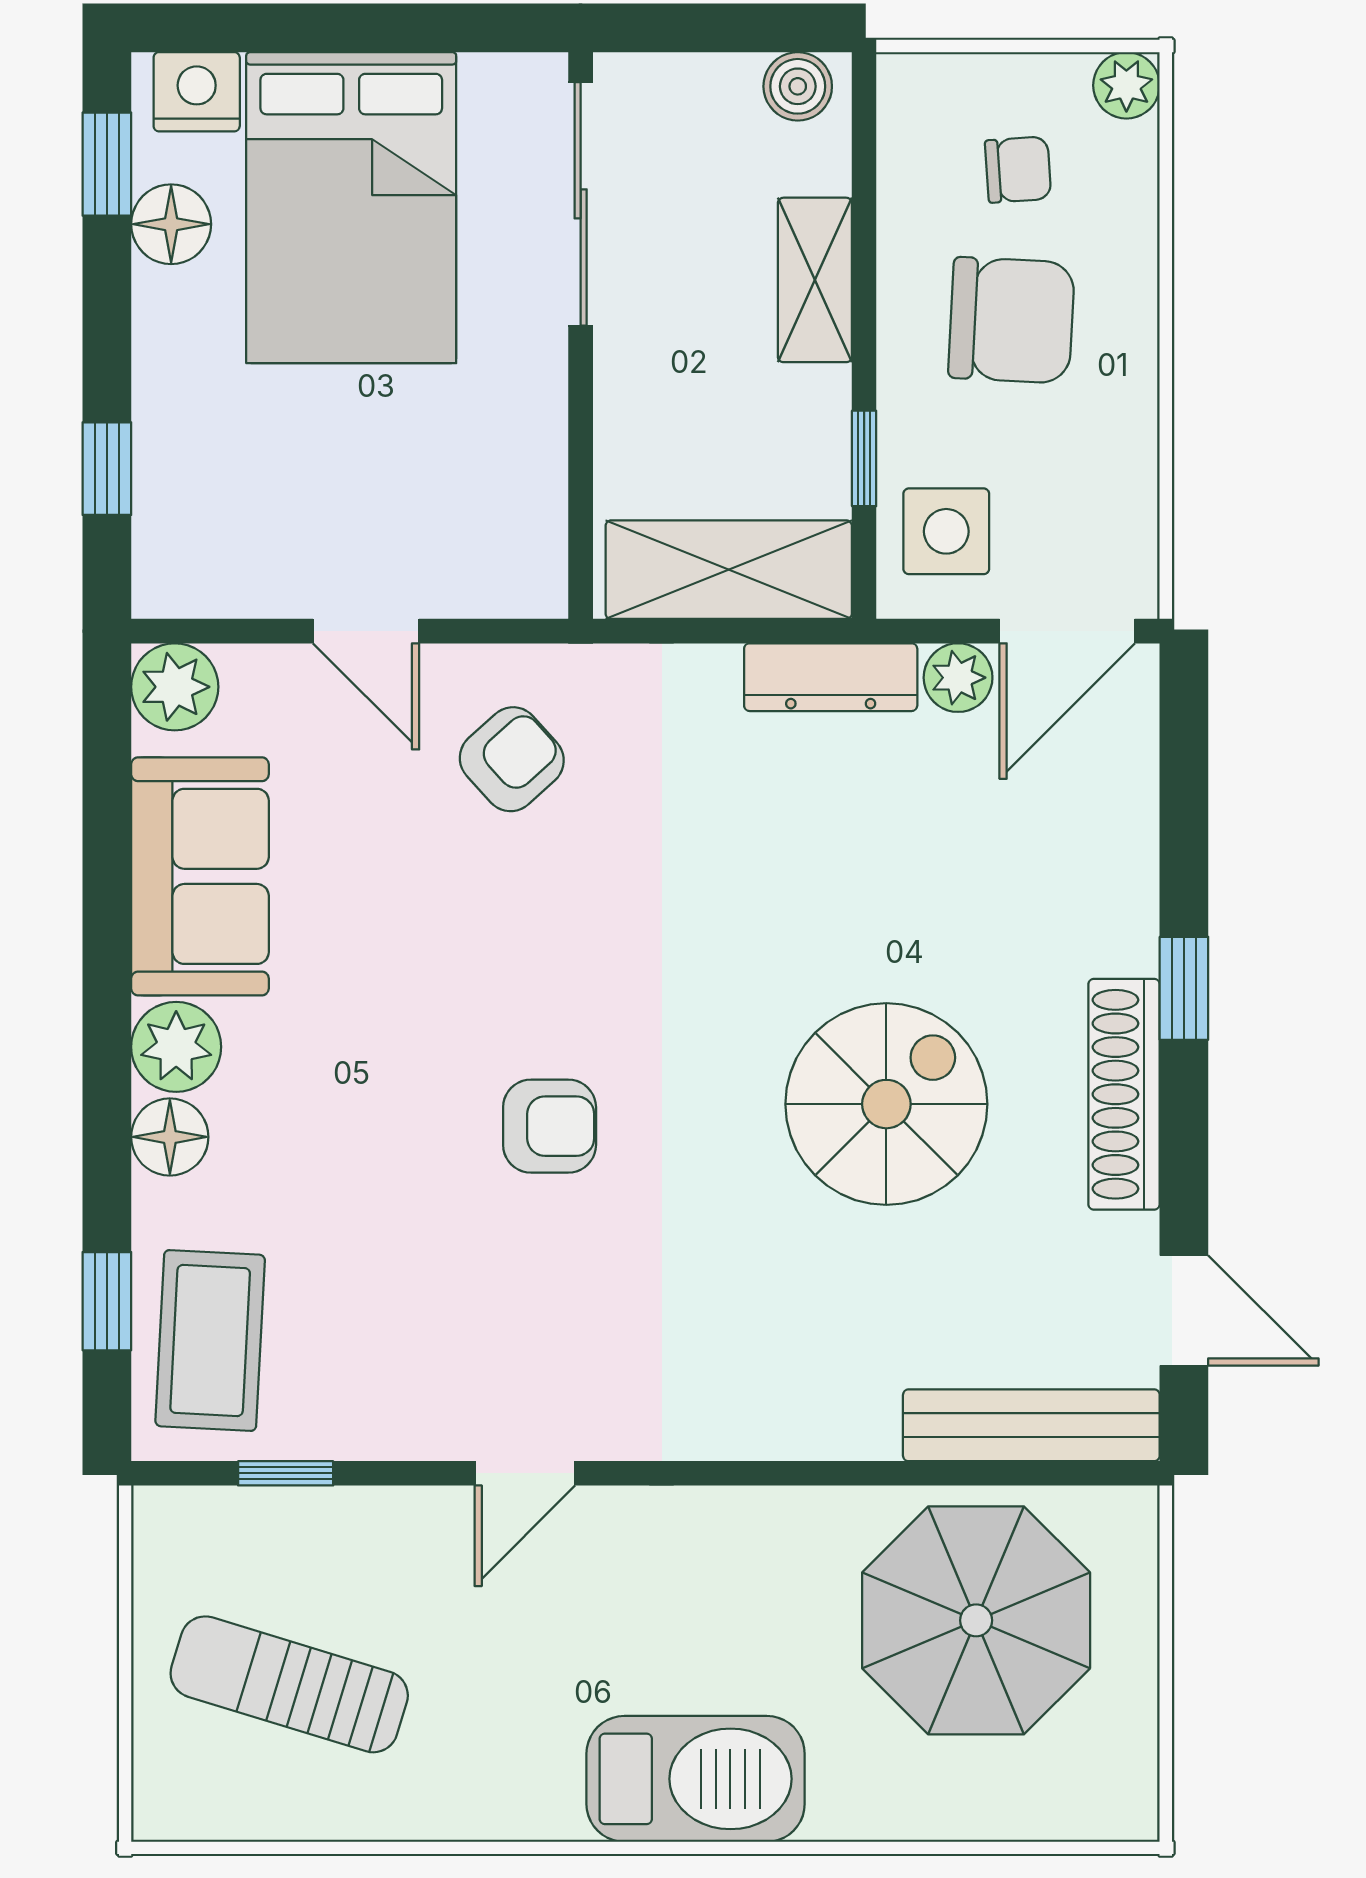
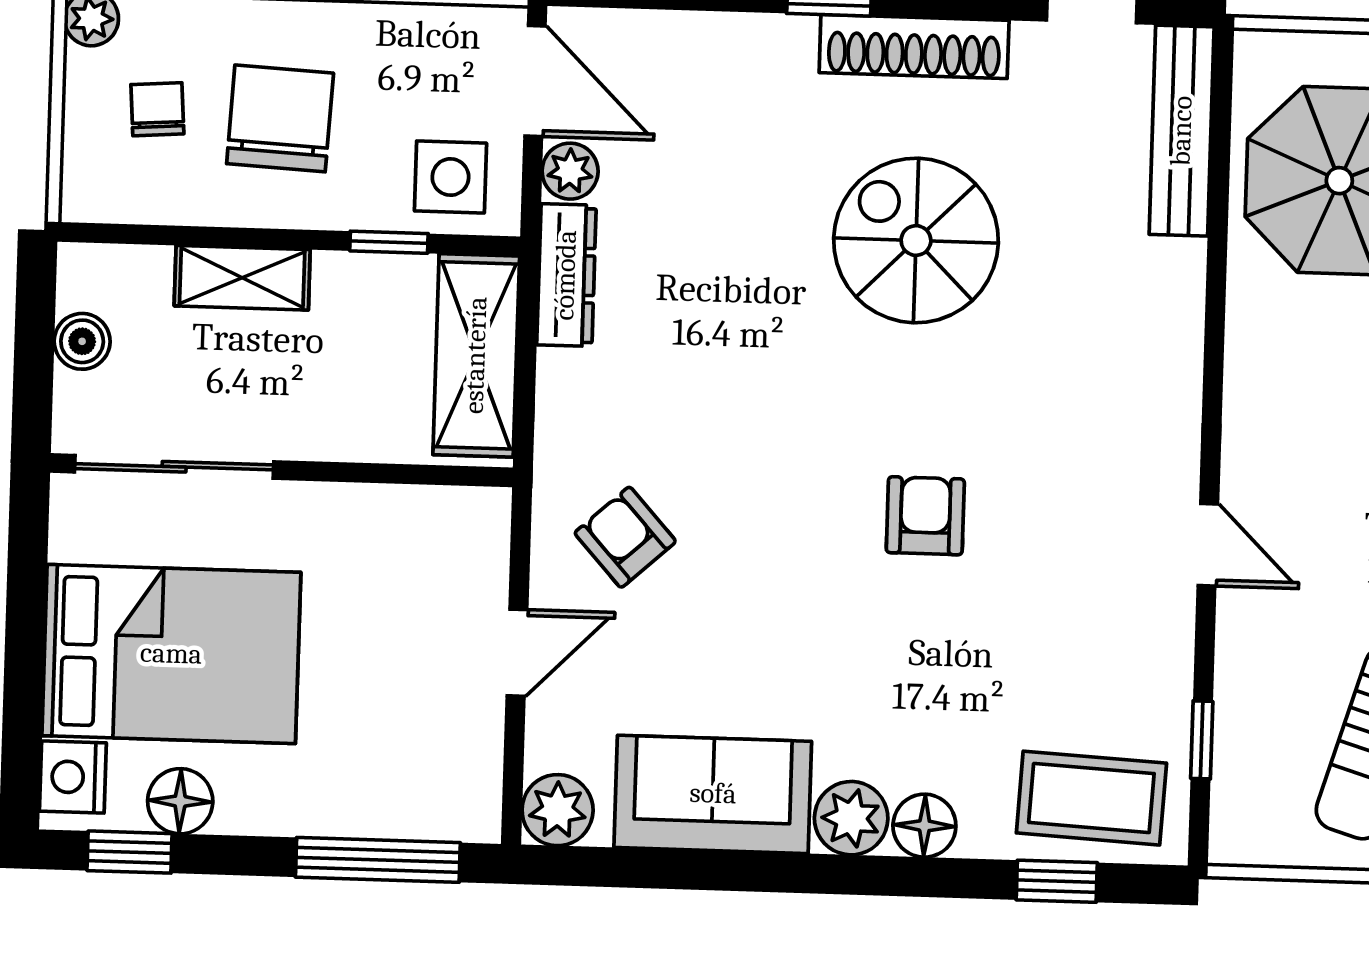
boiler: (798, 86) -> (82, 341), moved
window: (107, 469) -> (378, 860), width x2.17

